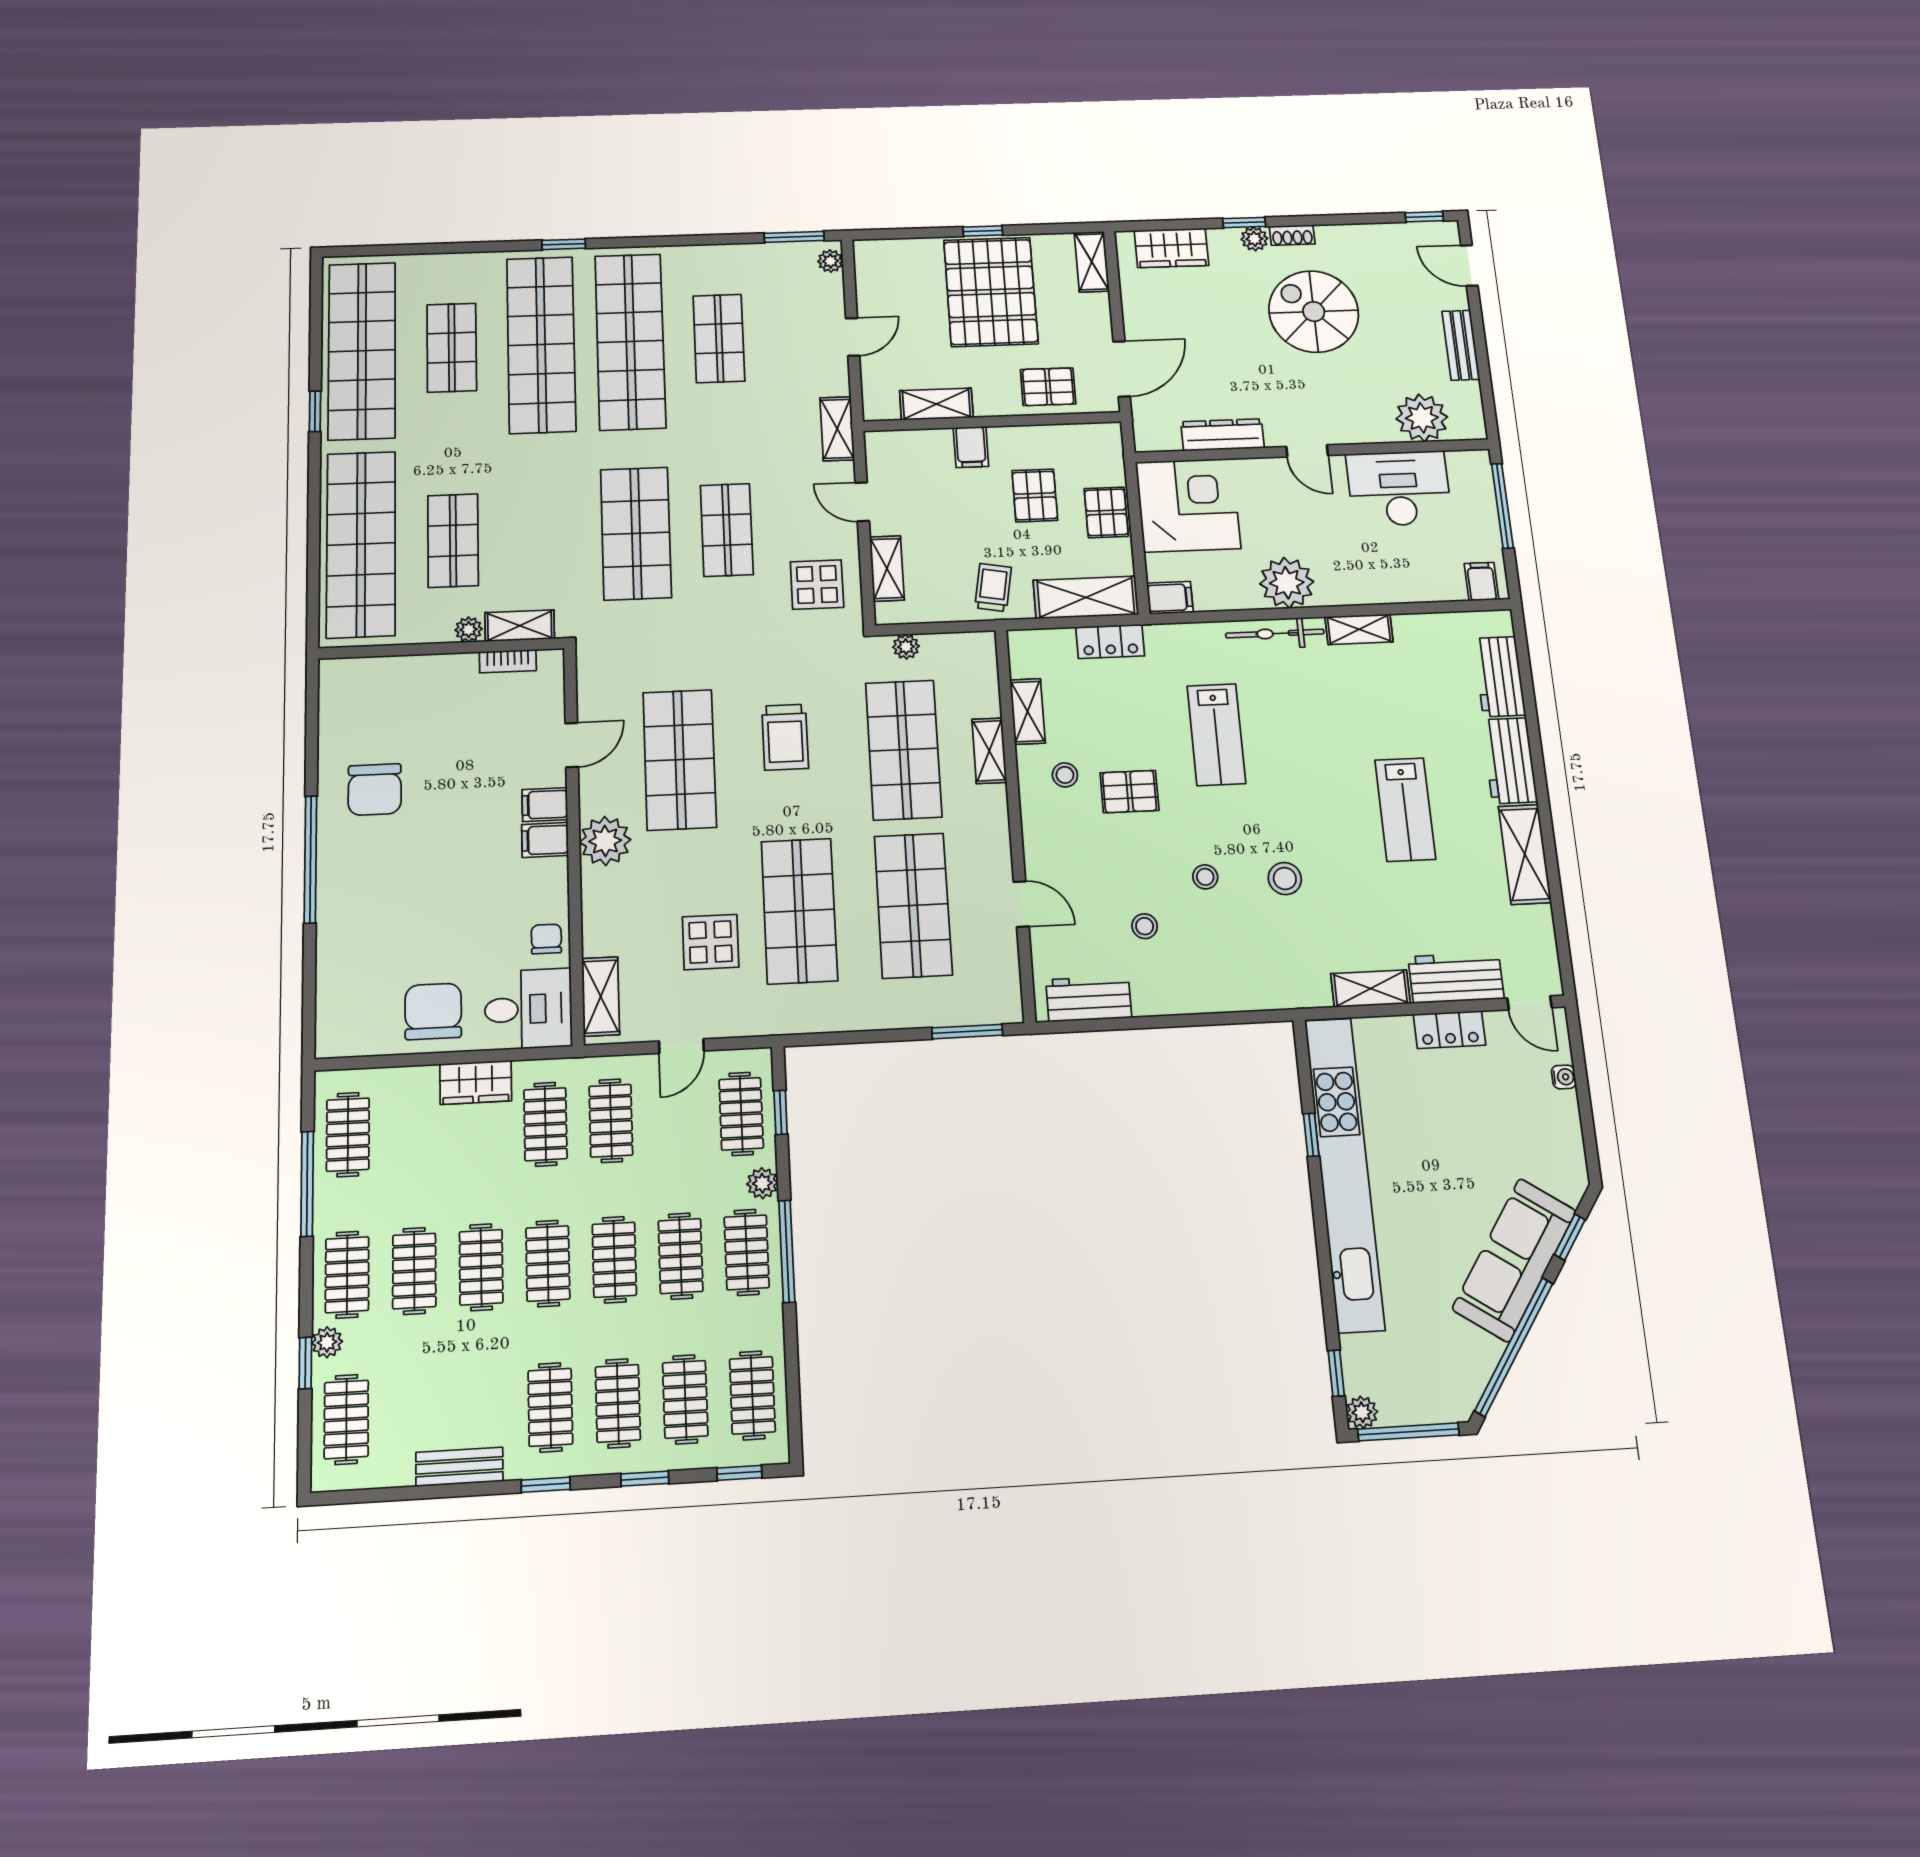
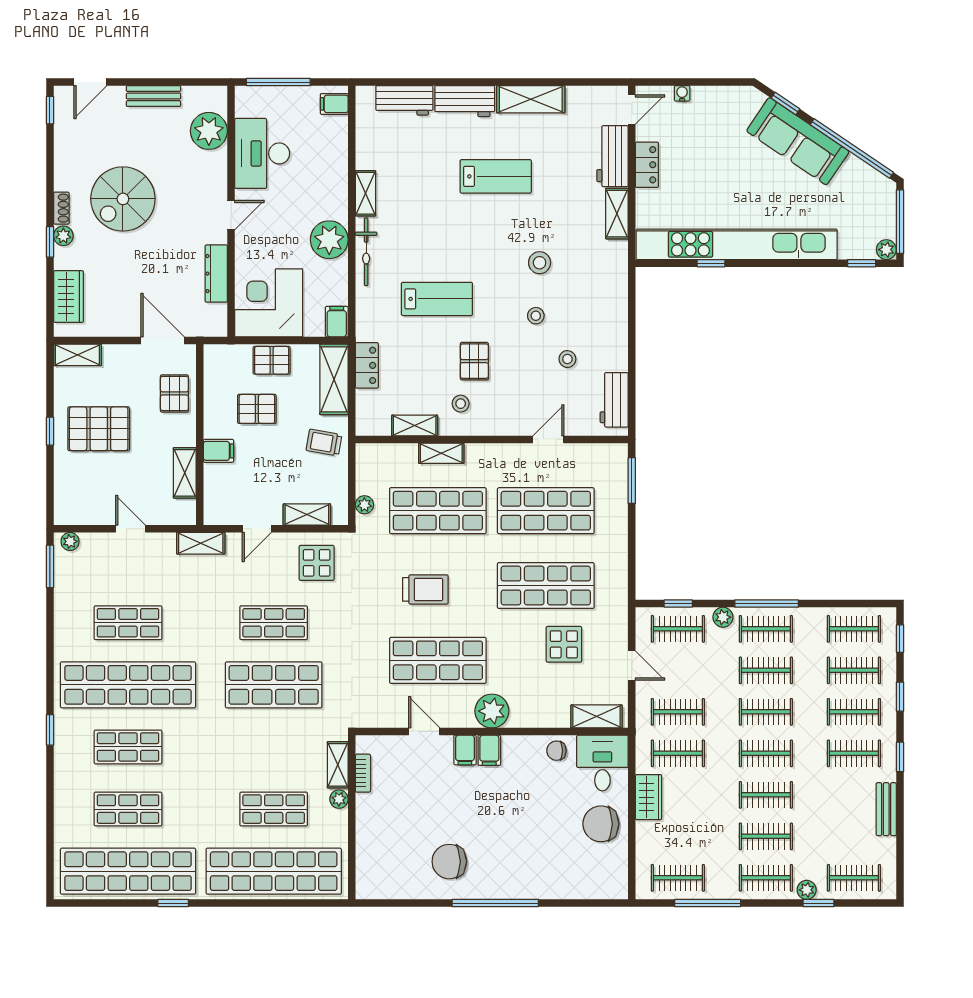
pallet: (991, 292) -> (99, 429), width x0.73, depth x0.71
shop shelf: (541, 345) -> (128, 747), width x0.50, depth x0.74
chair: (375, 790) -> (449, 862), turned 180

